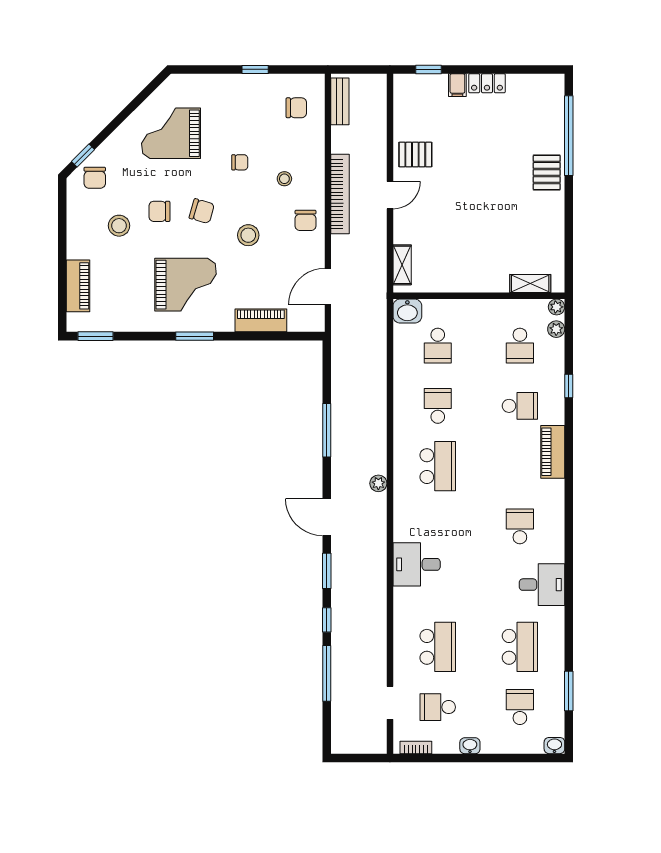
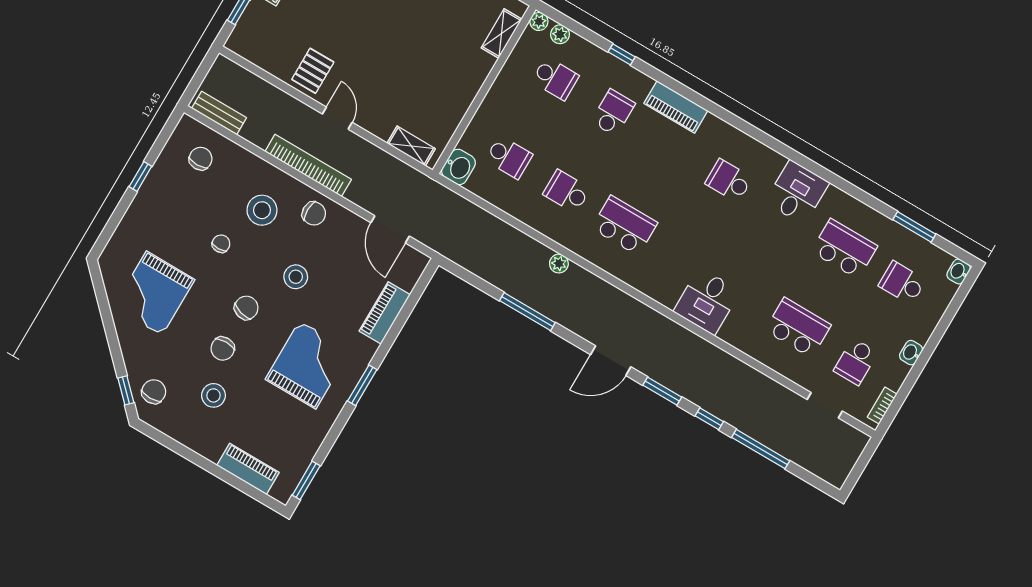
chair: (95, 178) -> (154, 392), turned -90
stool: (284, 179) -> (262, 210), width x1.89, depth x1.89
plant: (378, 483) -> (559, 264), moved

